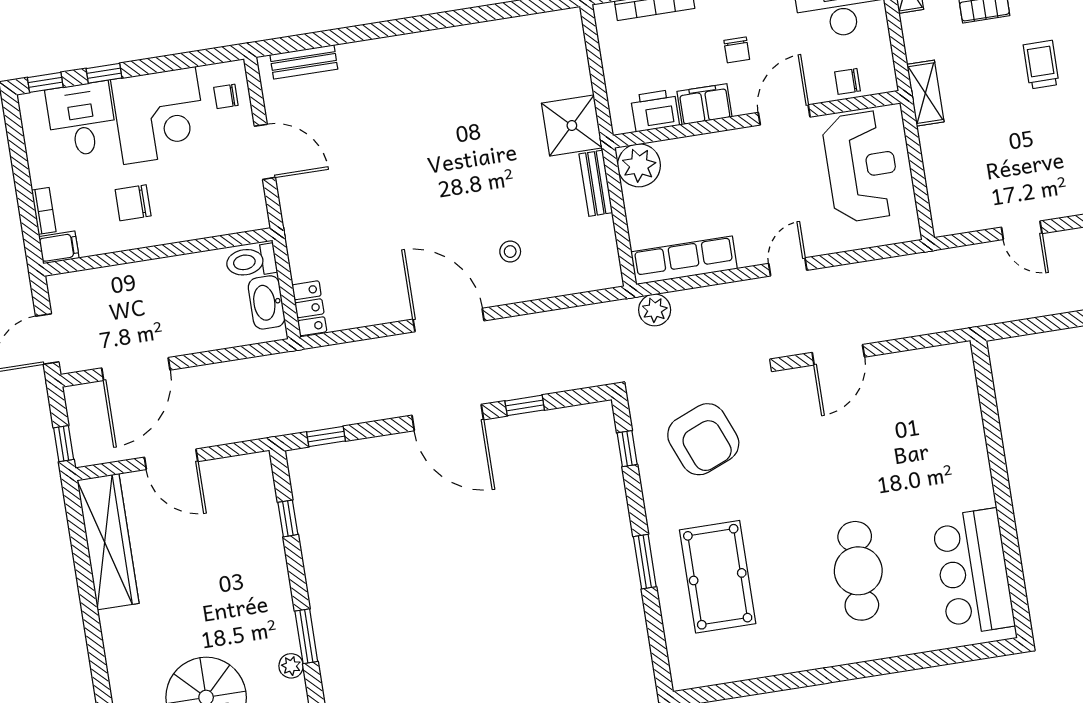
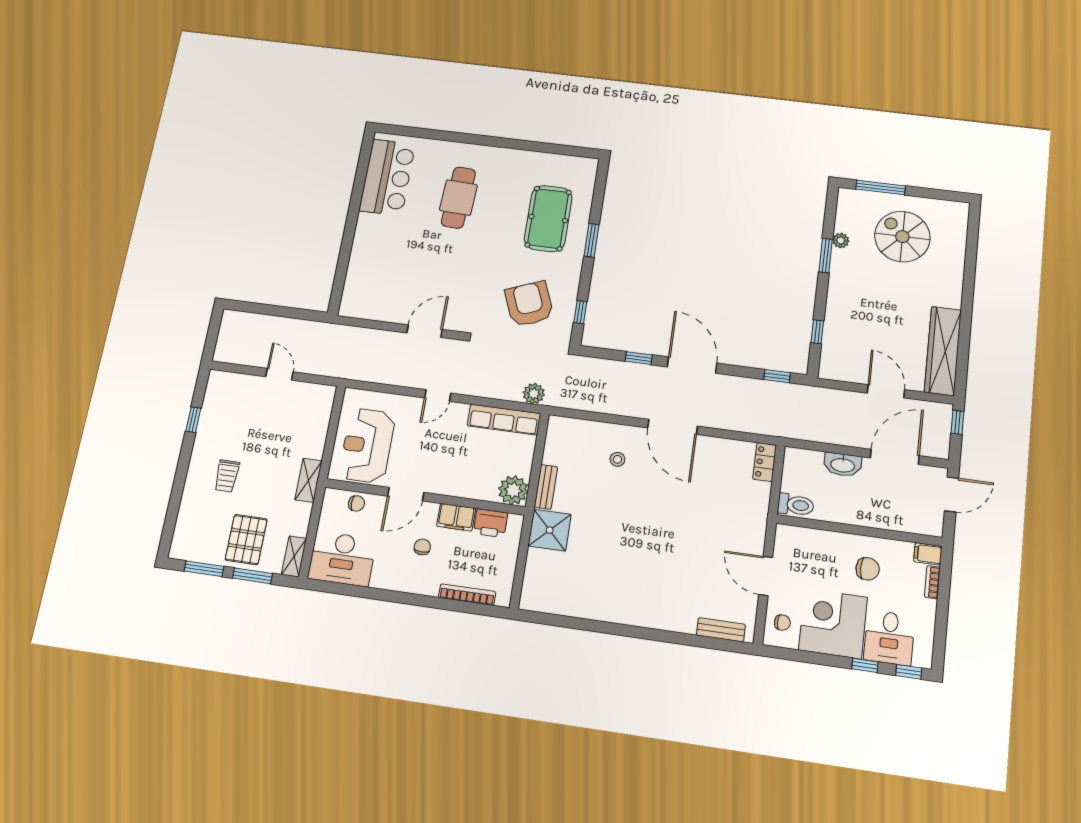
washbasin: (267, 302) -> (843, 465), moved, turned 90

